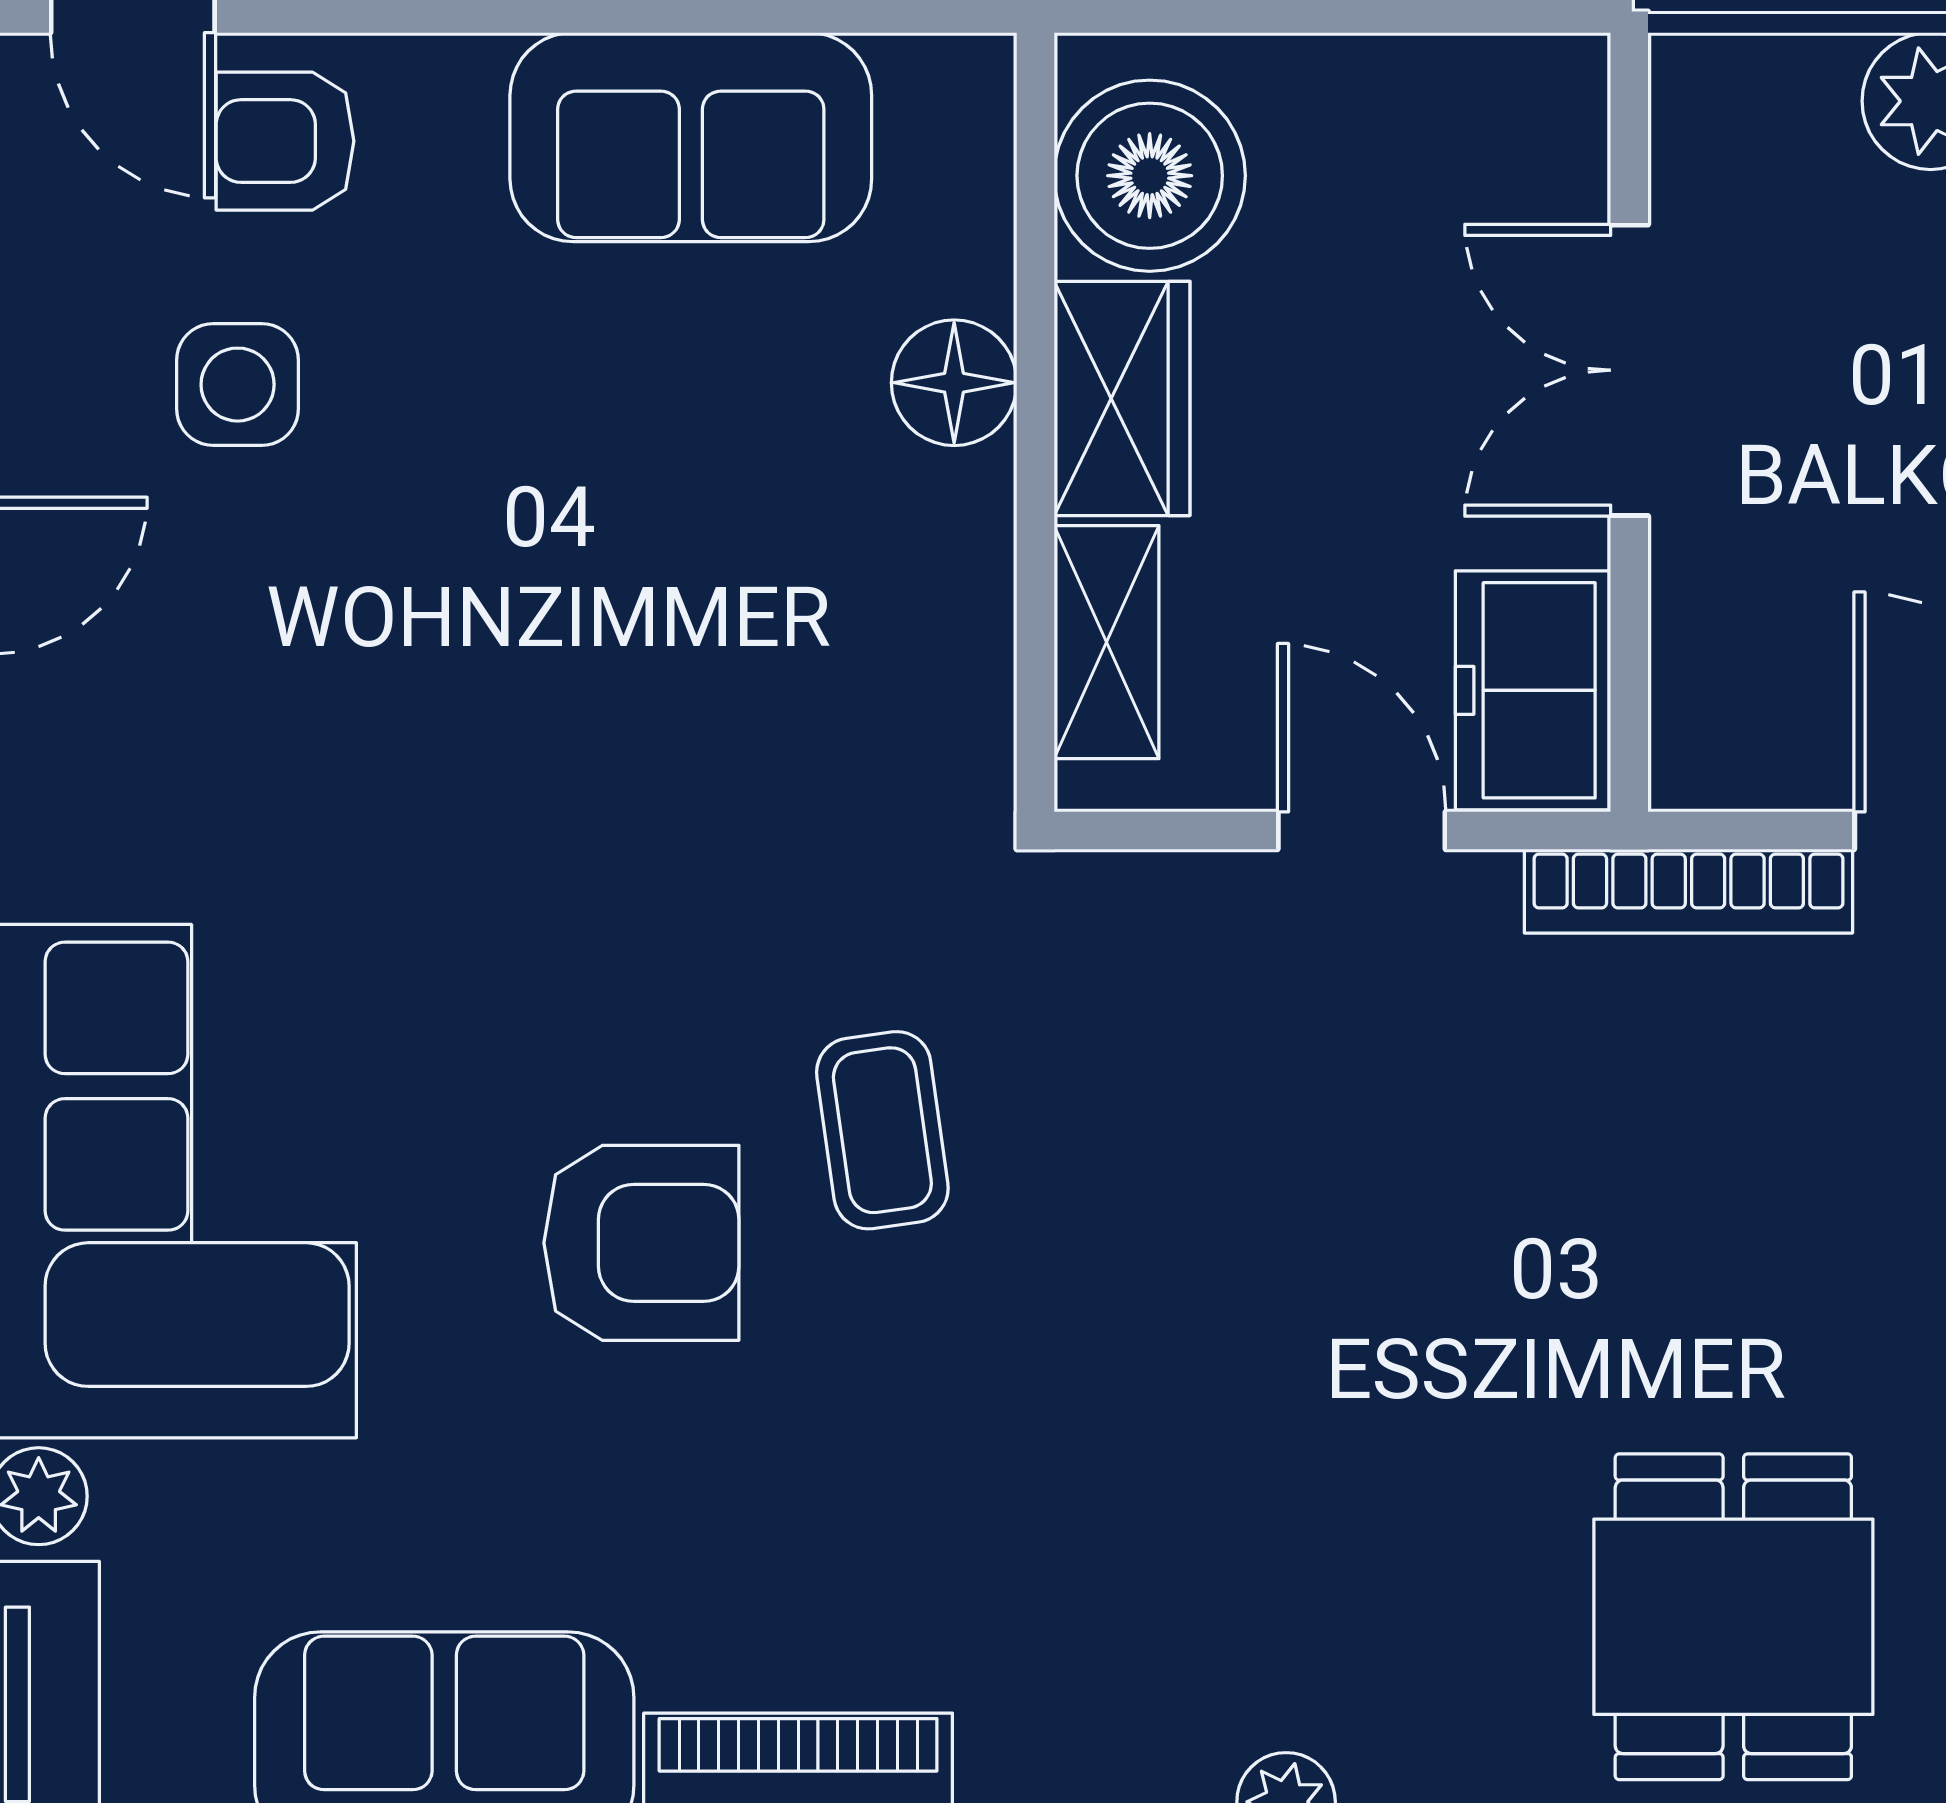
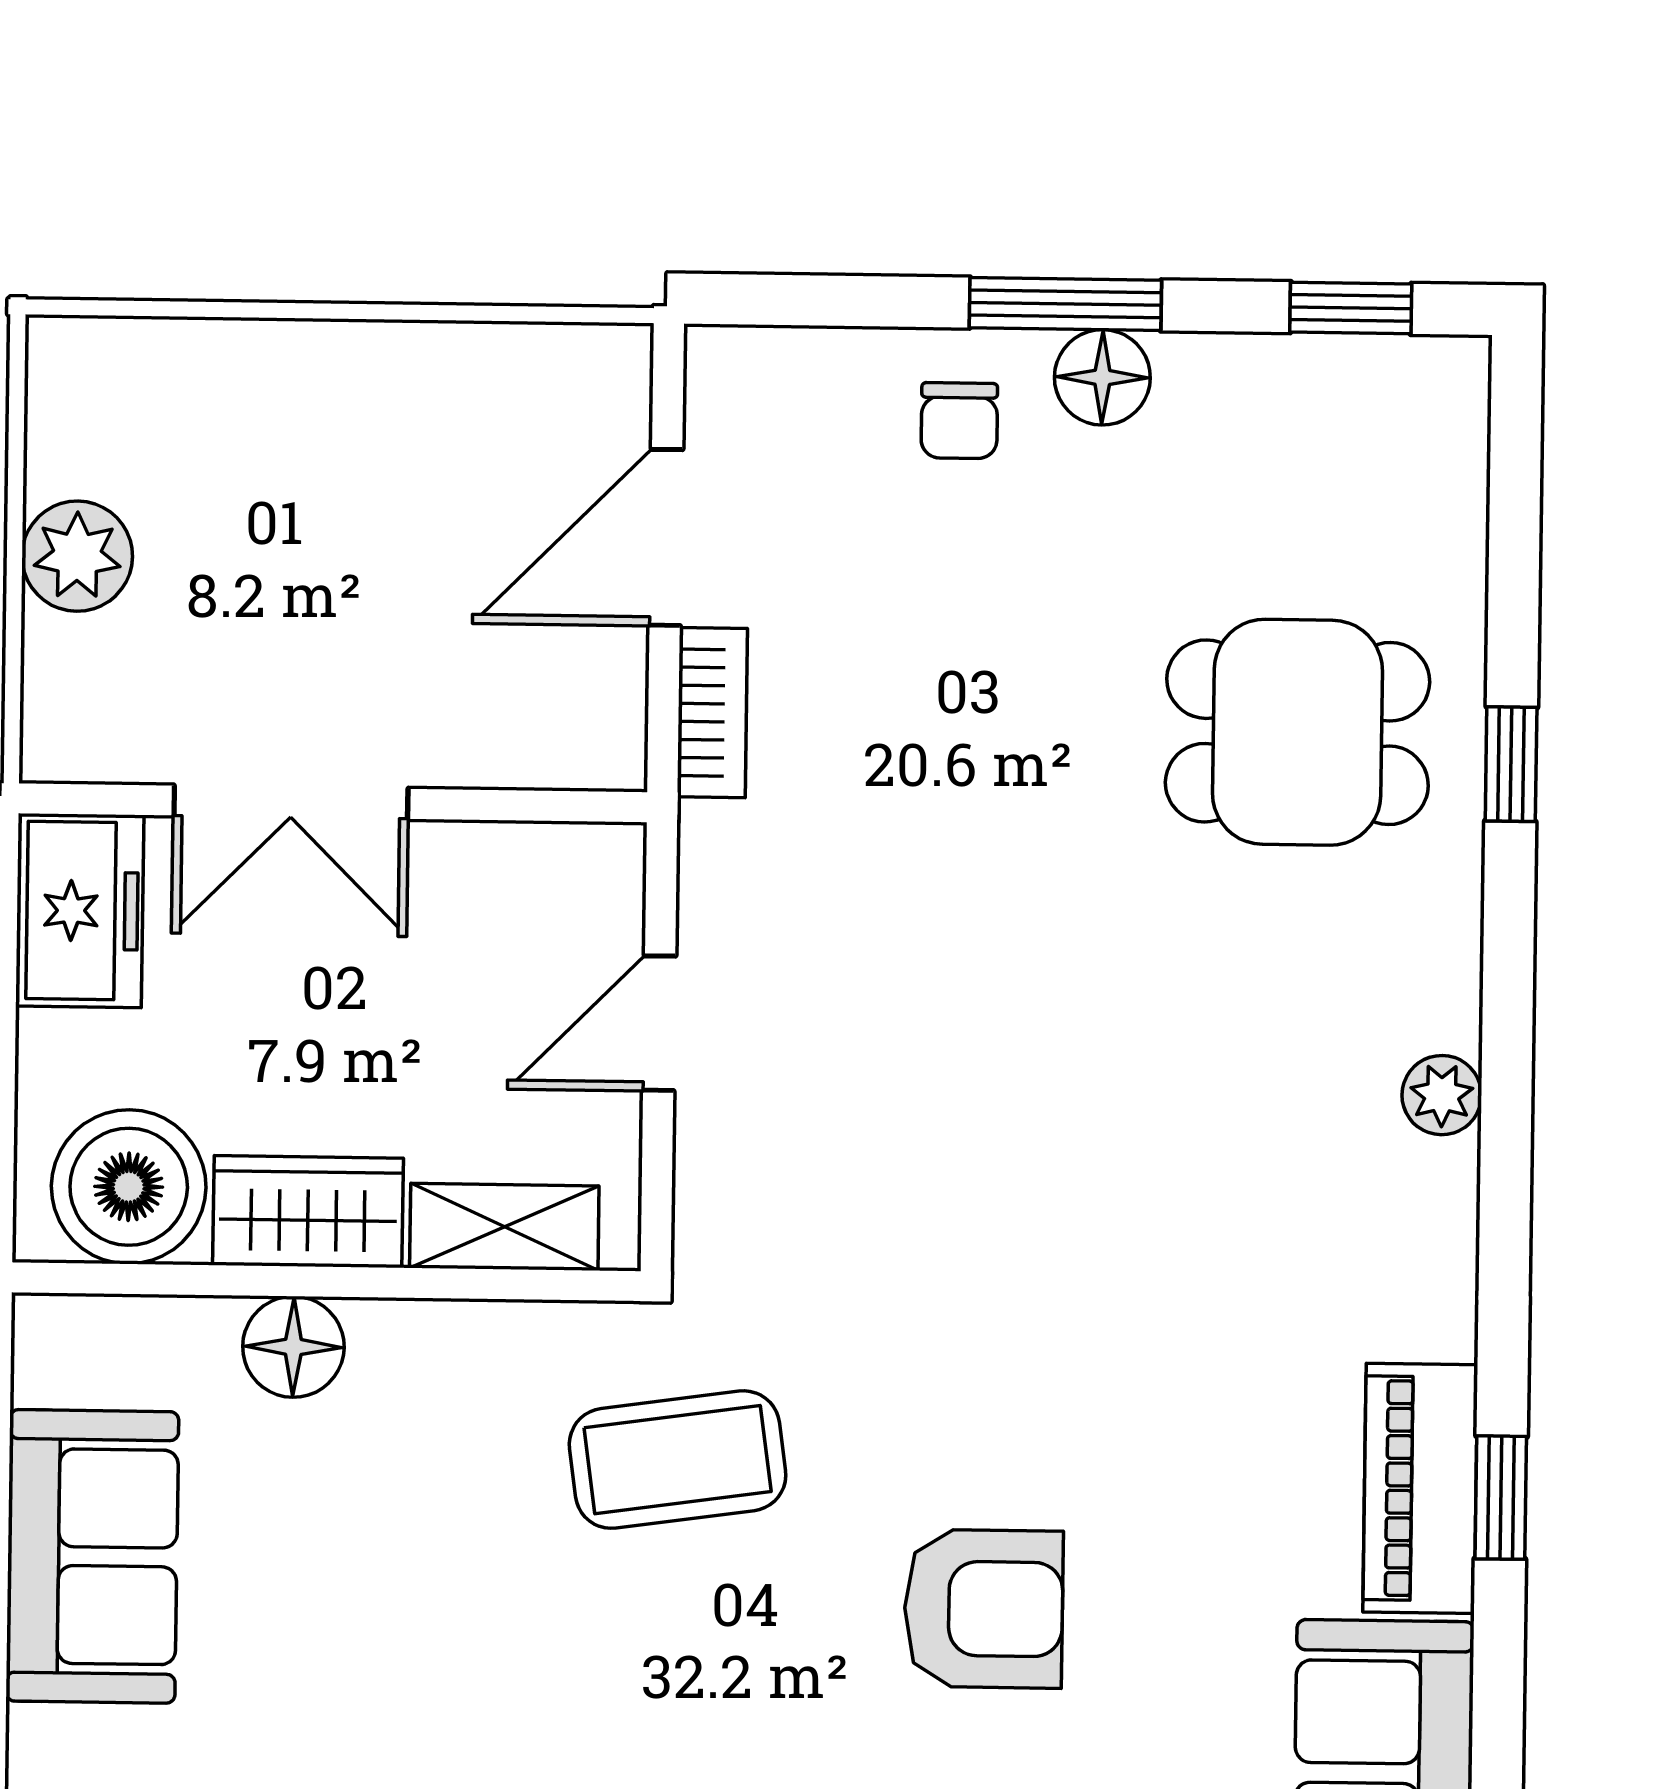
freezer: (1533, 690) -> (80, 911), moved, turned -90
bookcase: (1688, 891) -> (712, 713), width x0.64
coffee table: (882, 1130) -> (678, 1460), moved, width x1.36, depth x1.30
armchair: (641, 1243) -> (984, 1609), turned 90

